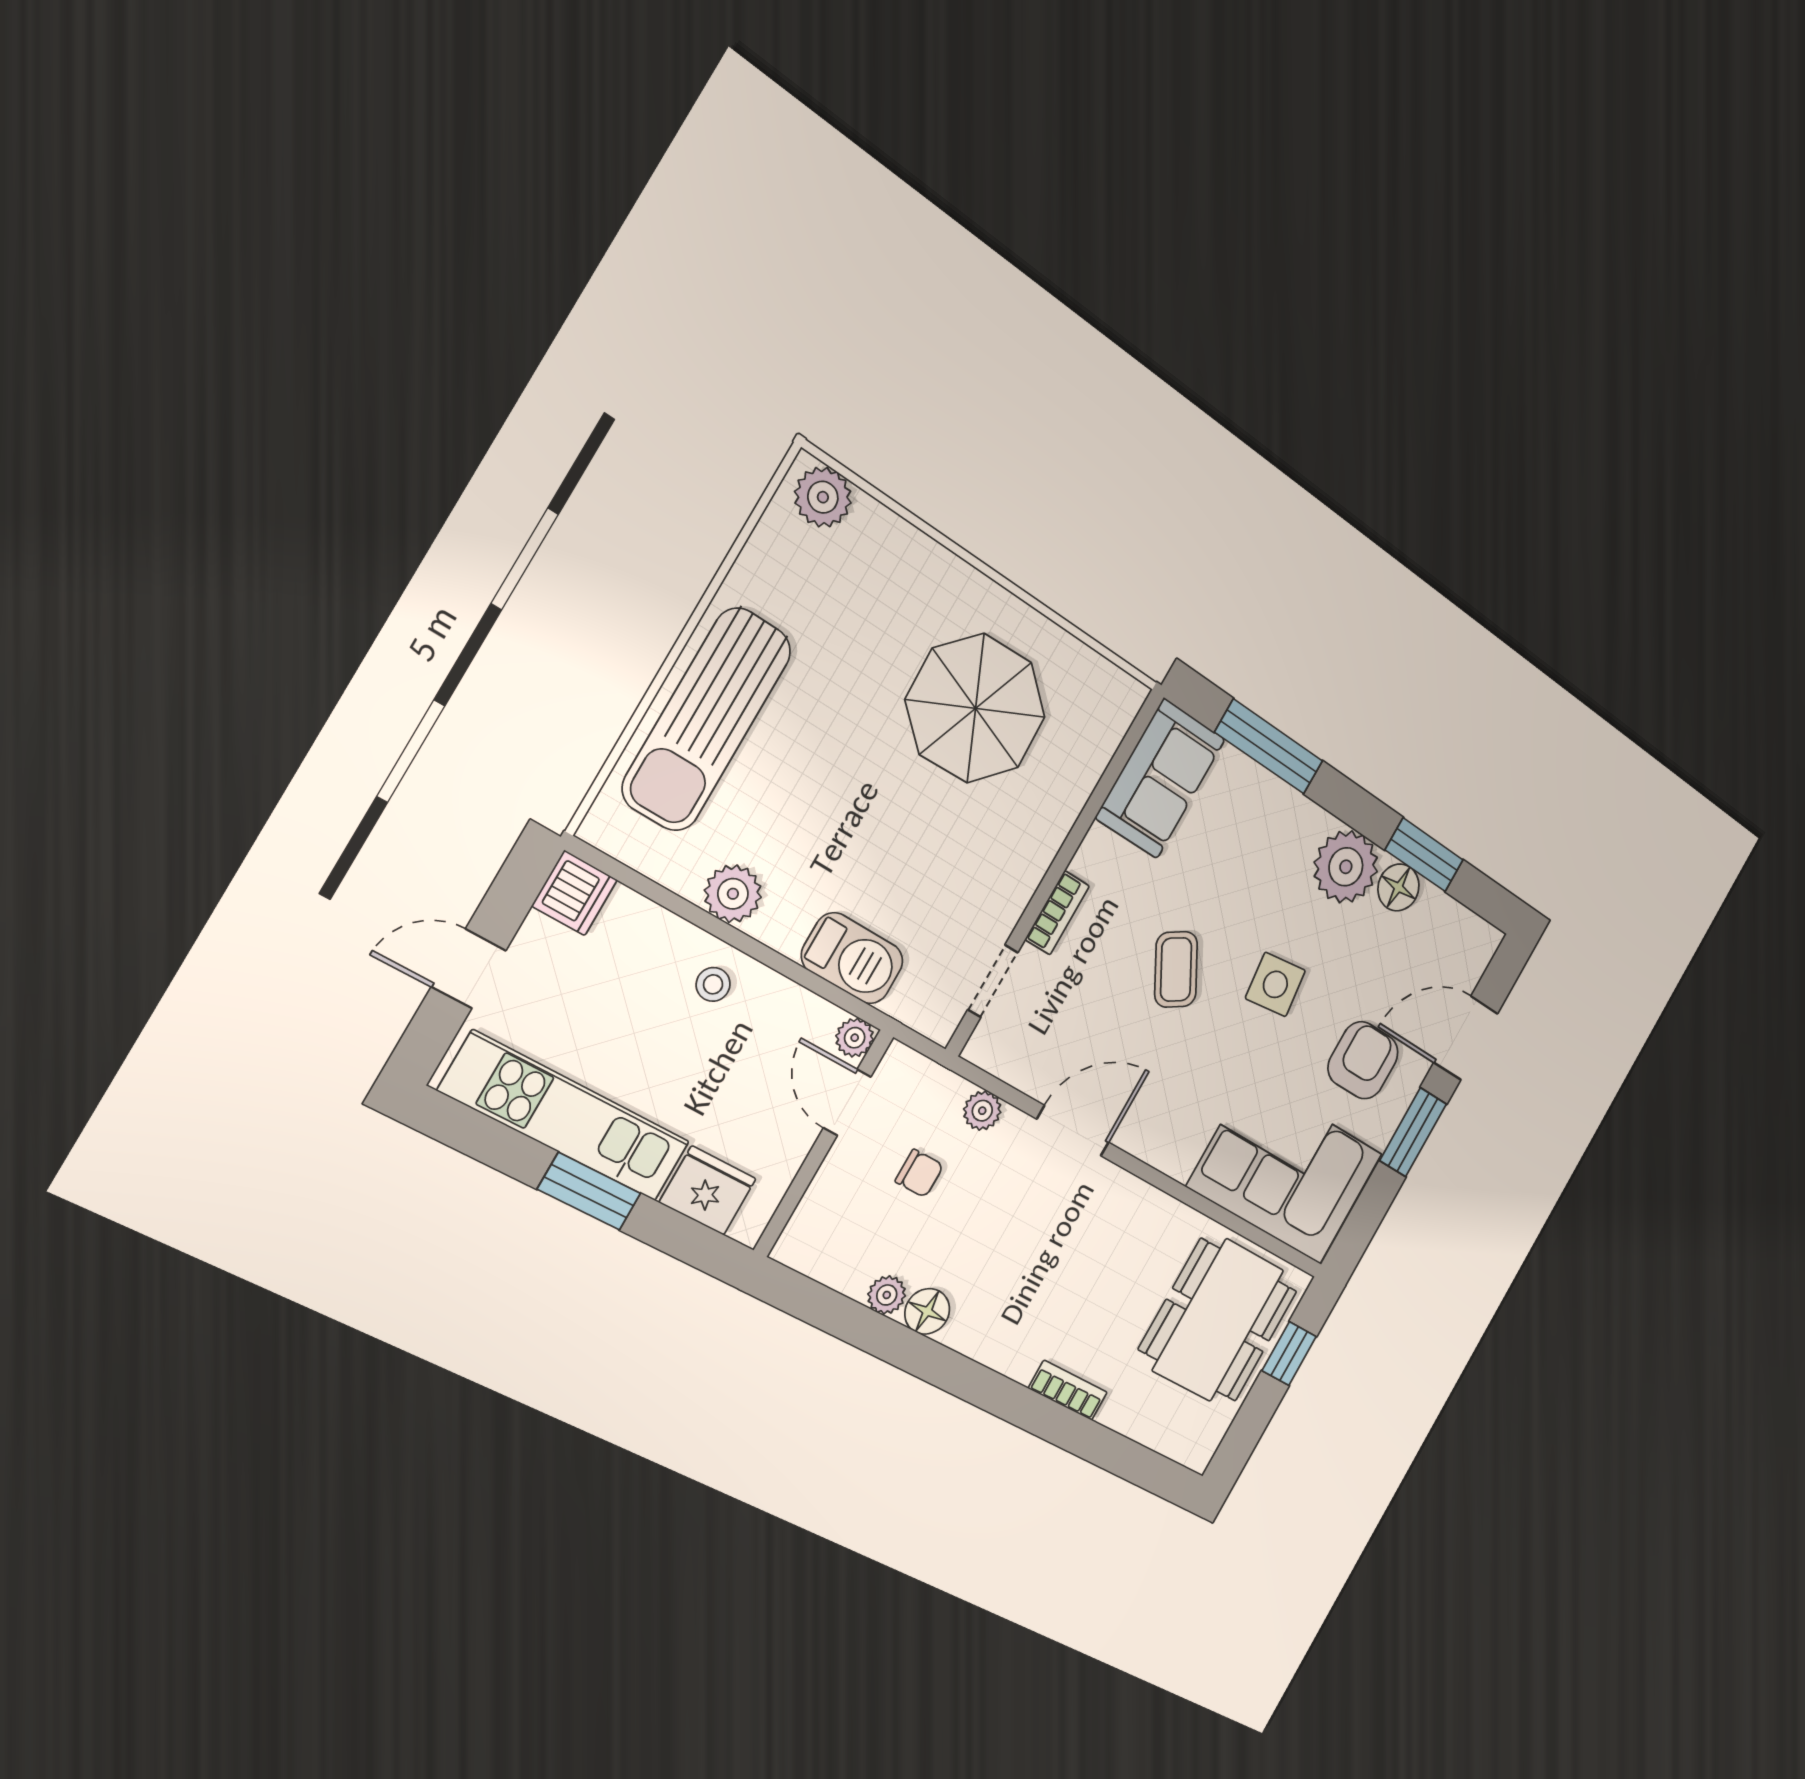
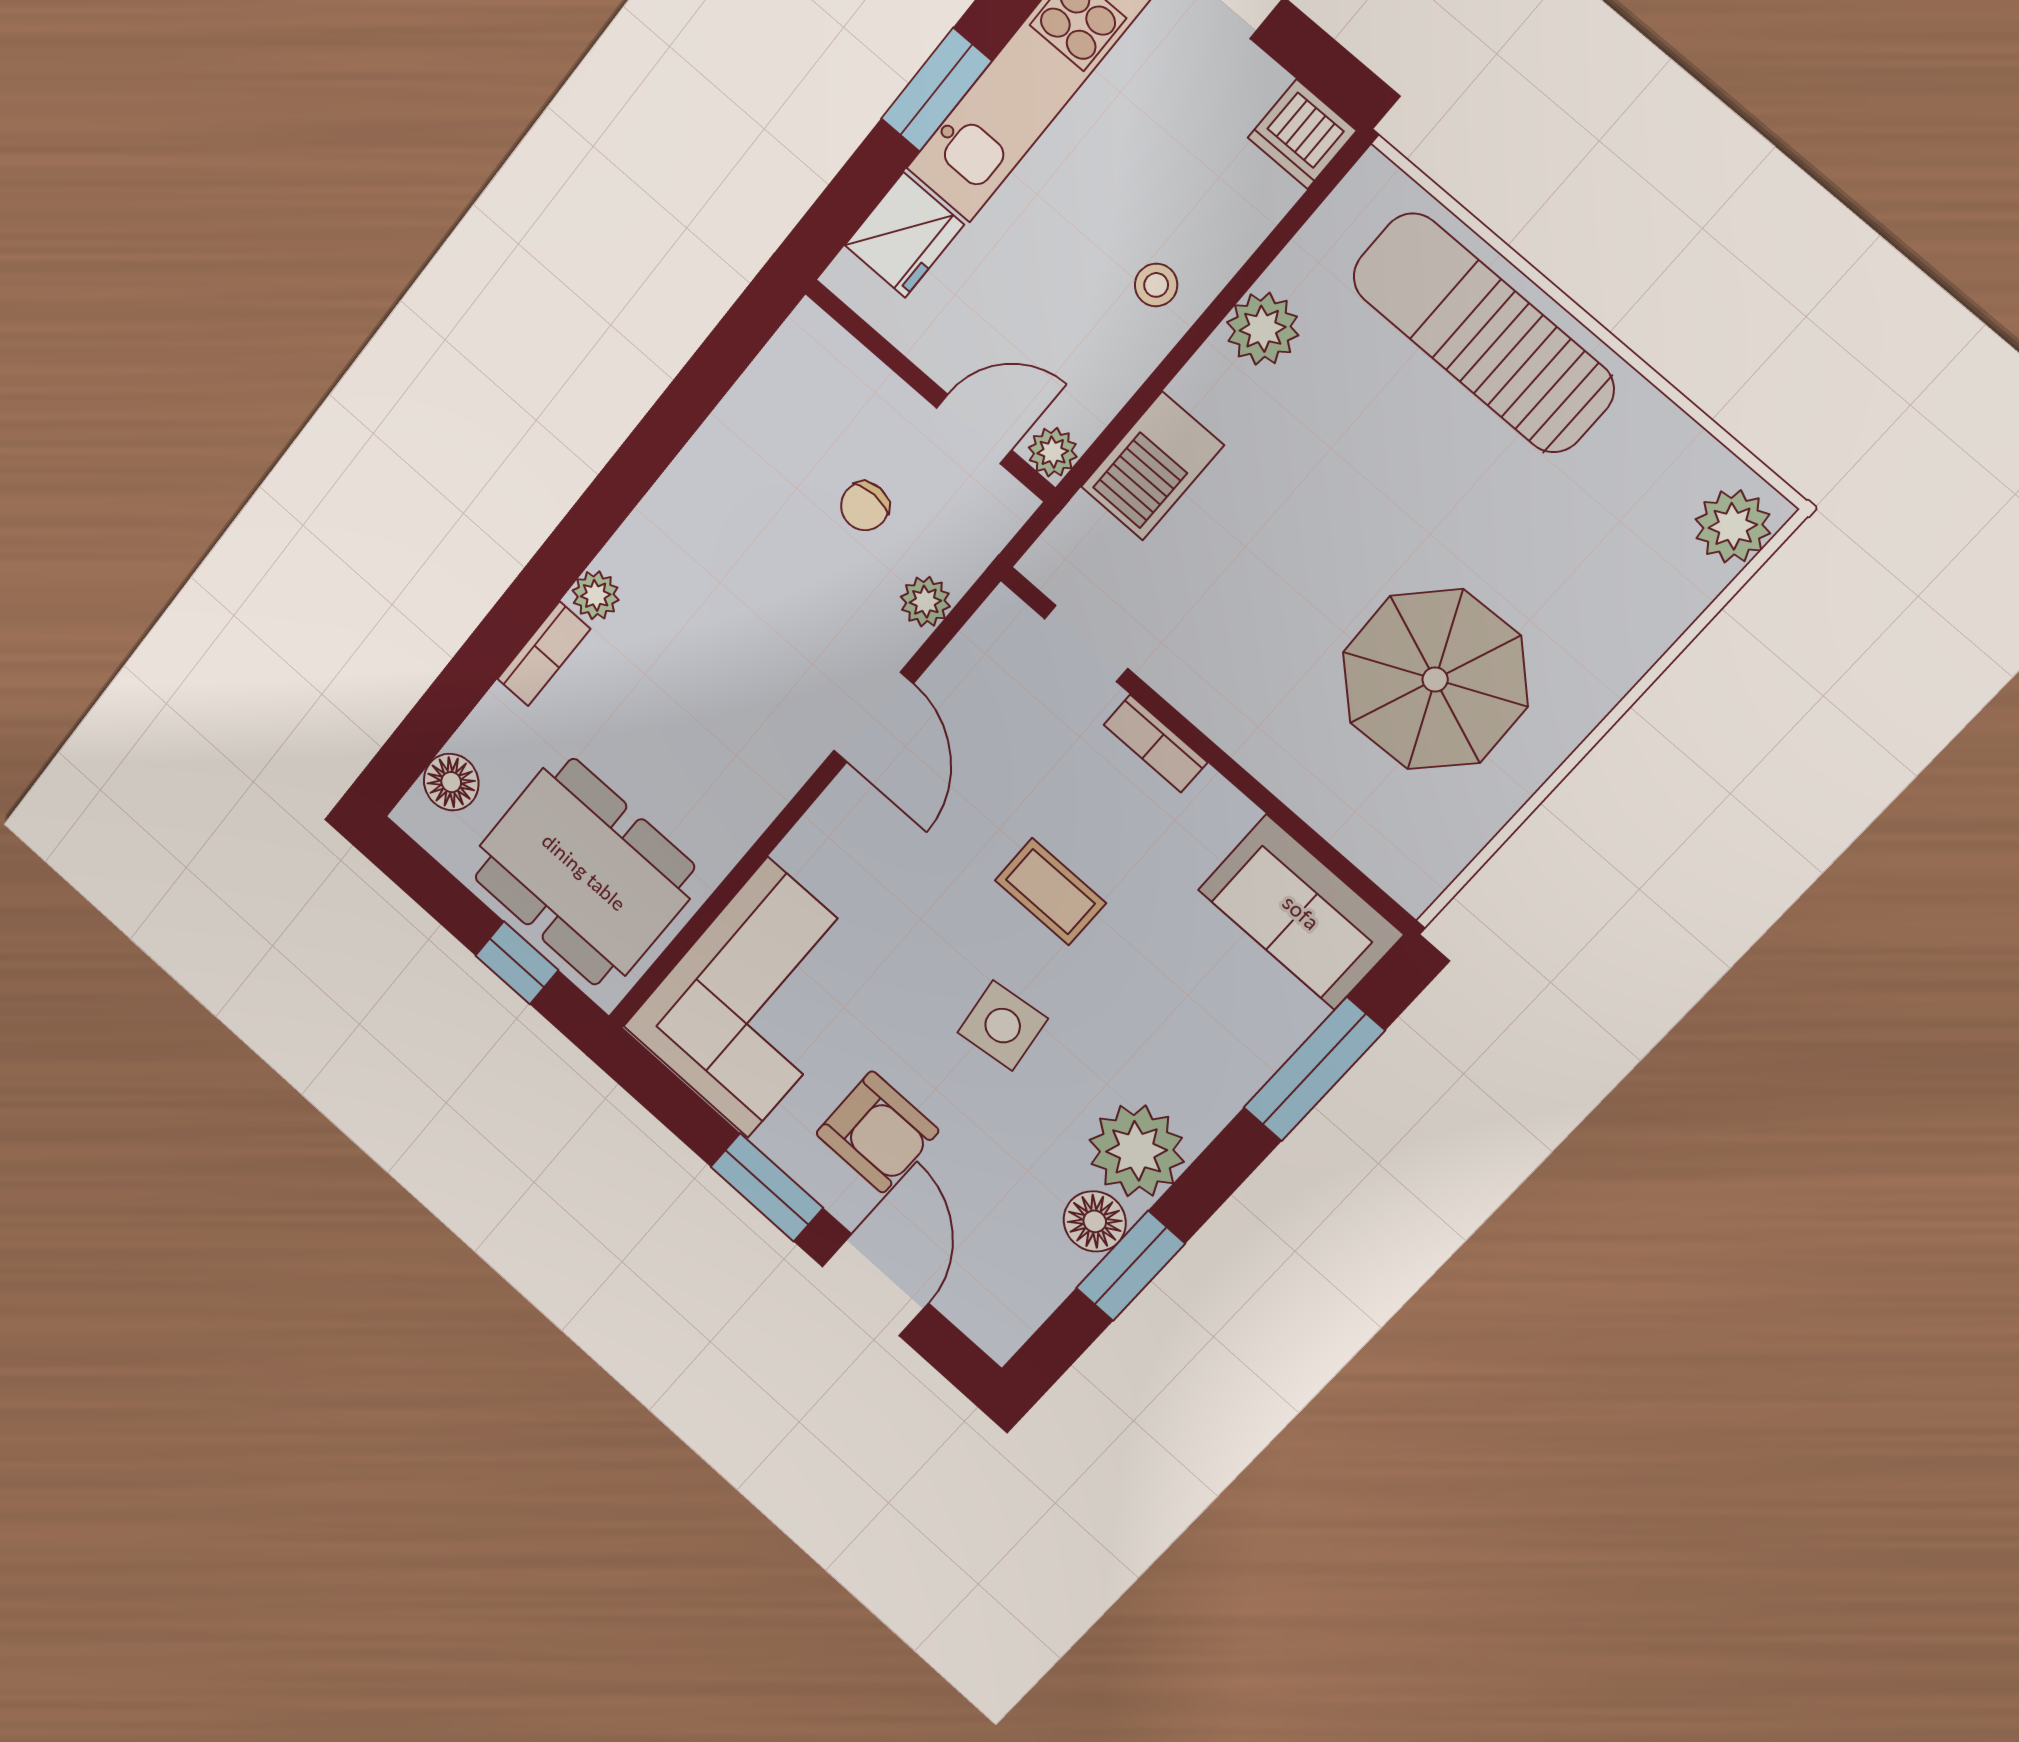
coffee table: (1176, 969) -> (1050, 892), turned 31
plant: (887, 1295) -> (596, 595), moved
floor lamp: (927, 1311) -> (451, 782), moved

